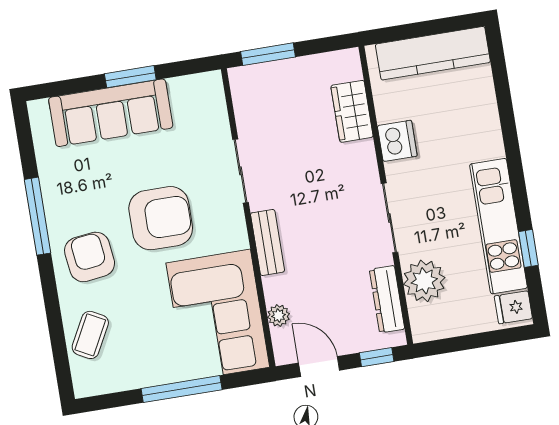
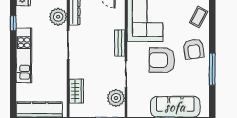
dishwasher: (397, 141) -> (60, 76), removed
kitchen unit: (499, 226) -> (24, 55), moved
plant: (279, 316) -> (116, 98), moved, width x1.88, depth x1.88

